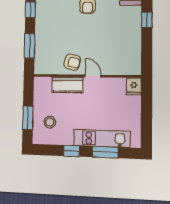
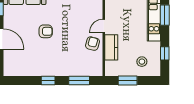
window: (28, 118) -> (128, 80), moved
window: (72, 151) -> (165, 53), moved

